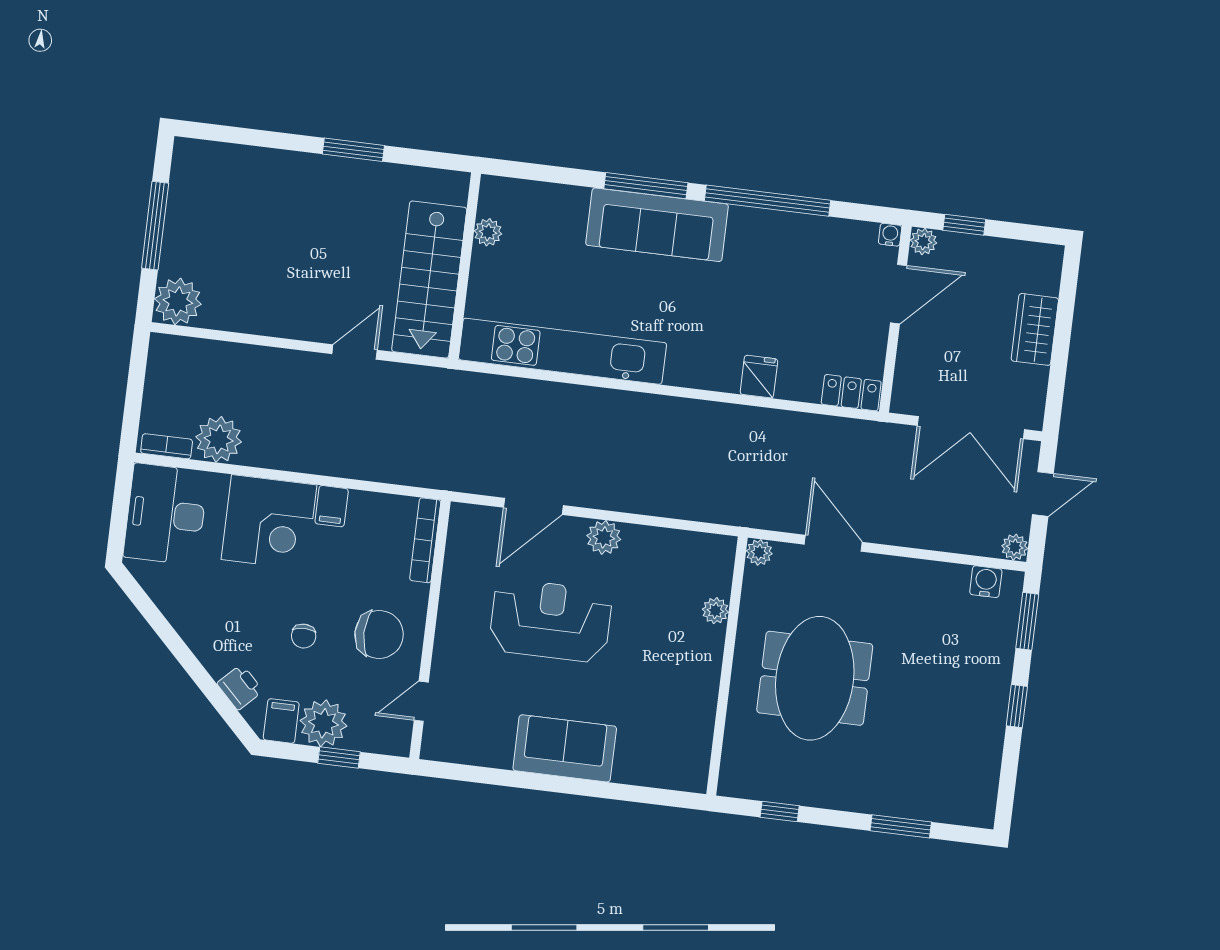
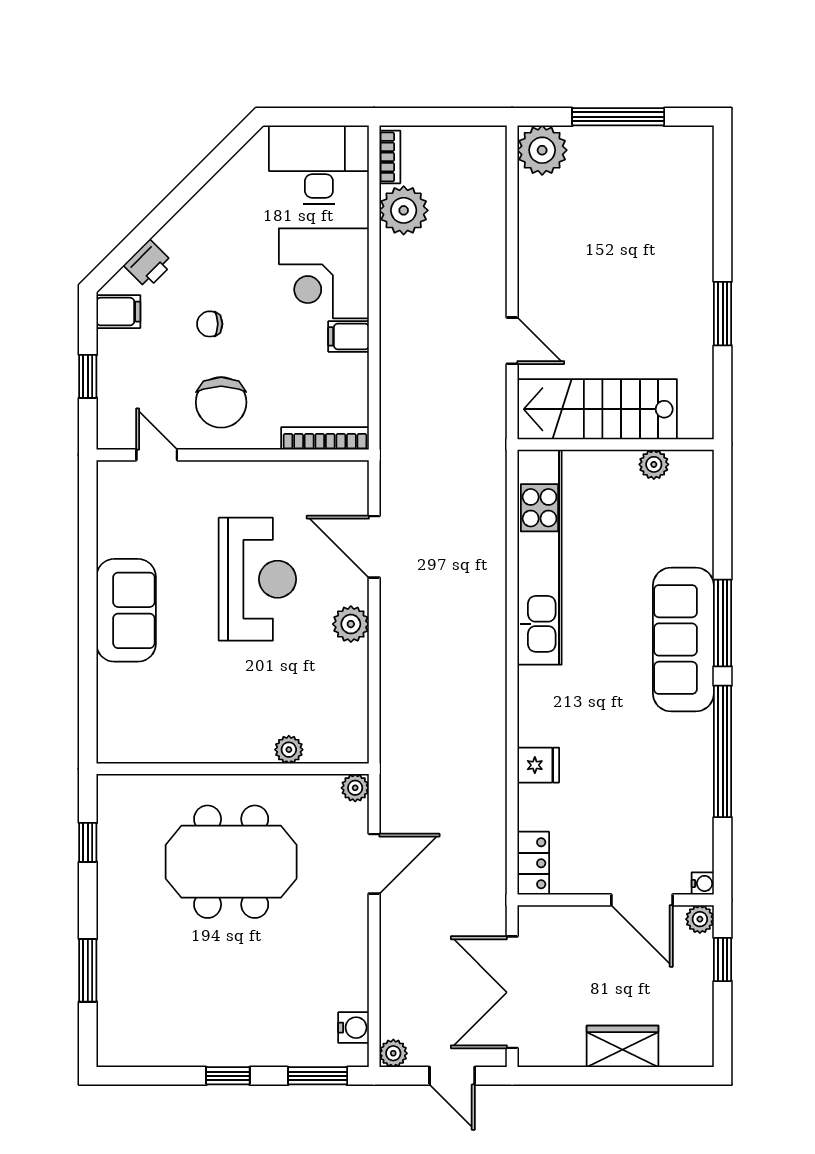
plant: (323, 723) -> (121, 356), removed

